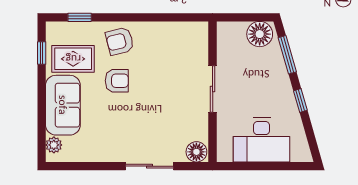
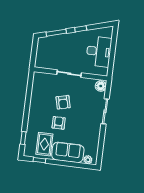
floor lamp: (260, 34) -> (44, 46), removed
armchair: (120, 41) -> (63, 102), moved

